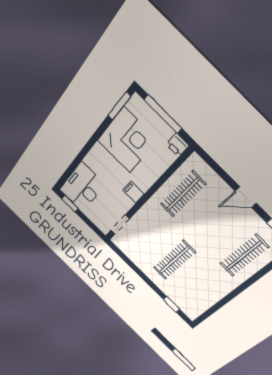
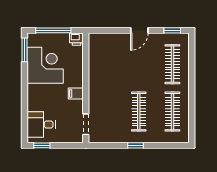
desk: (82, 187) -> (41, 125), width x0.73
clothes rail: (183, 194) -> (172, 112), moved
window: (171, 304) -> (136, 145), moved

